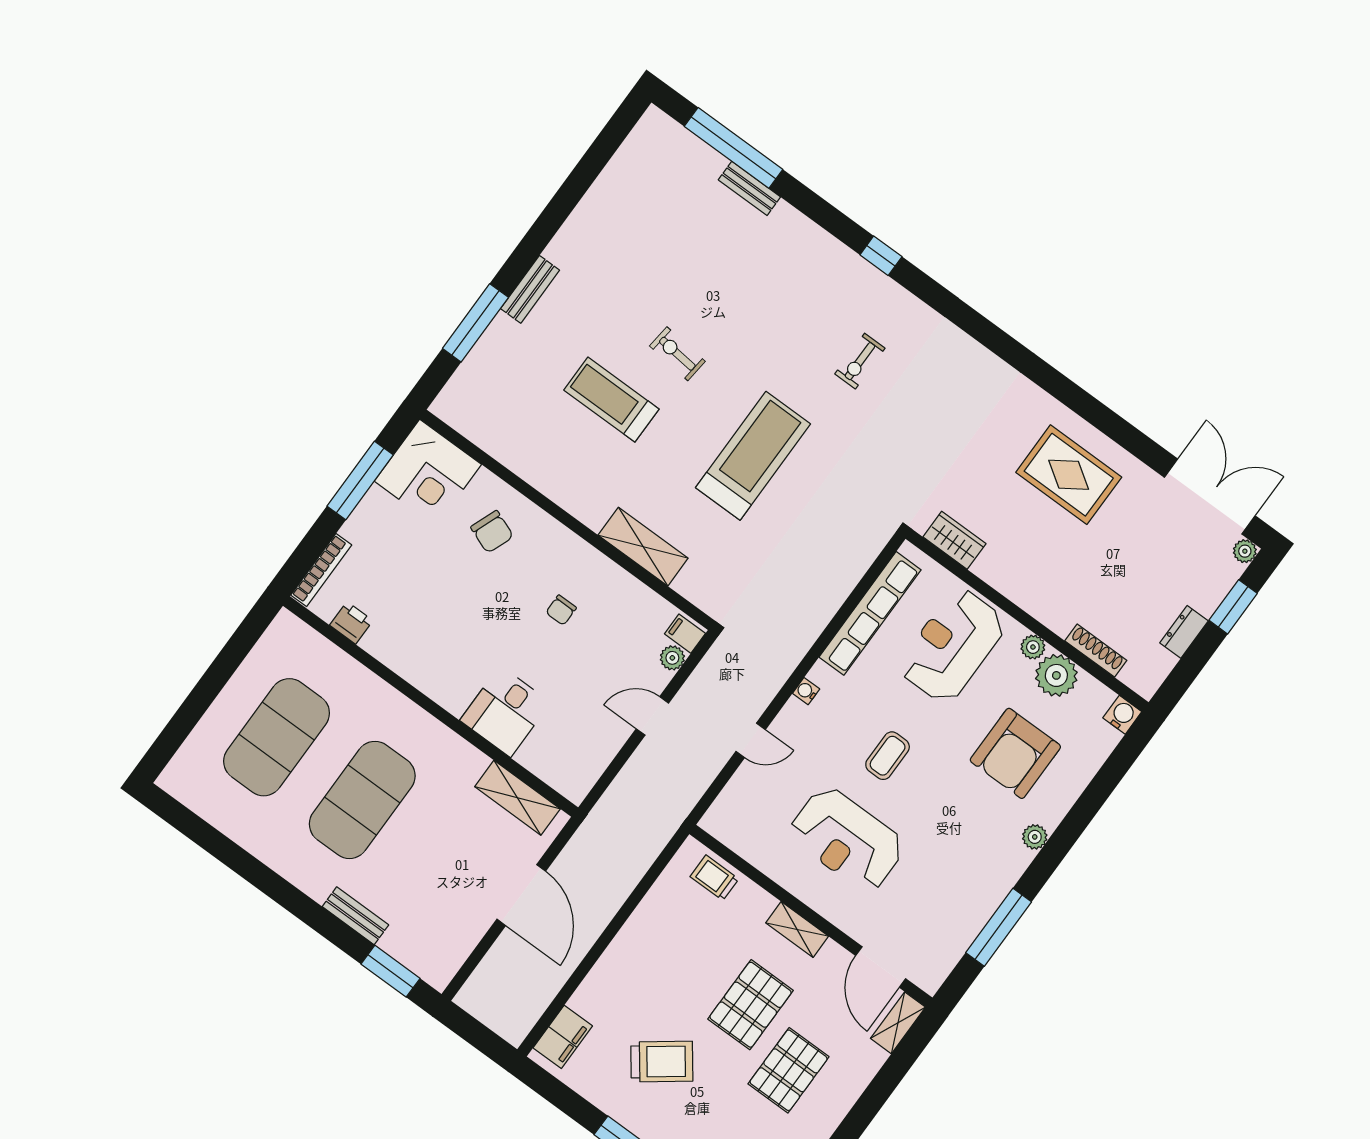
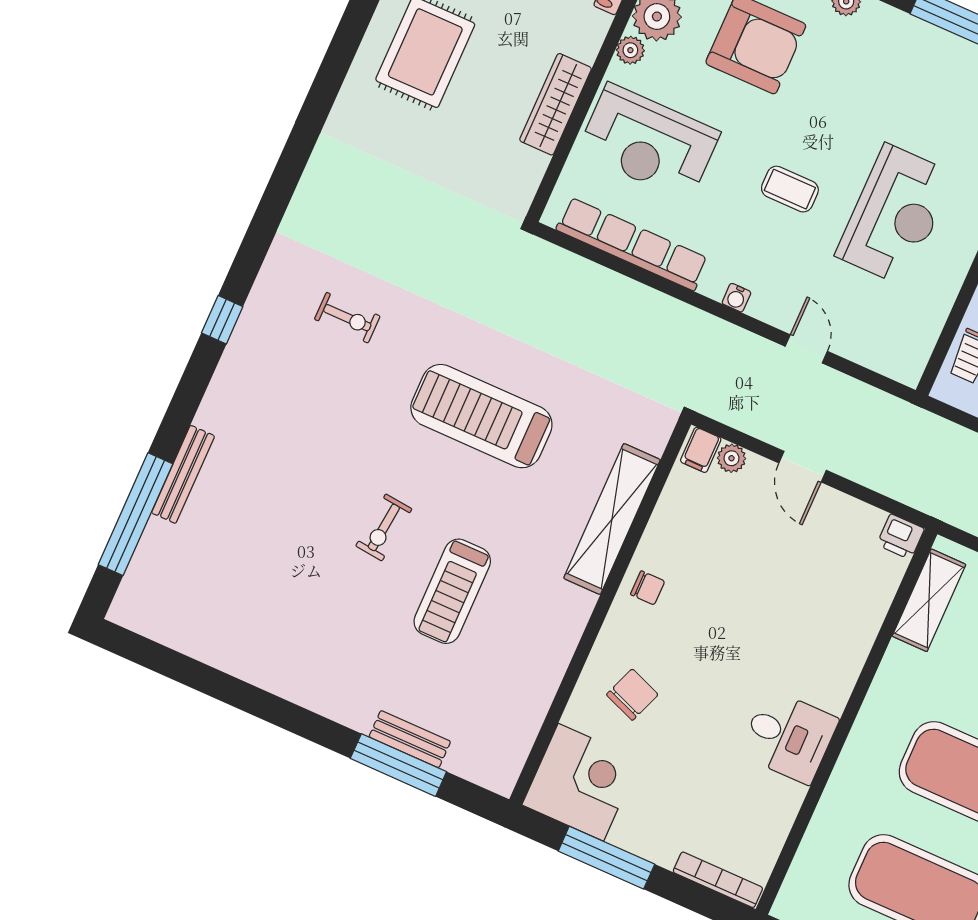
bench: (749, 188) -> (183, 474), width x1.36
bench: (530, 289) -> (410, 739), moved
wardrobe: (954, 540) -> (555, 104), moved, width x1.50
shelving: (643, 547) -> (612, 519), width x1.47
chair: (561, 610) -> (648, 588), moved
printer: (351, 623) -> (901, 537), moved, turned -90
desk: (505, 711) -> (789, 737), moved

